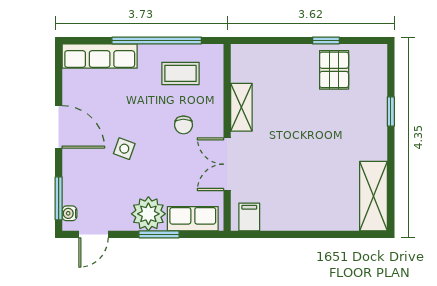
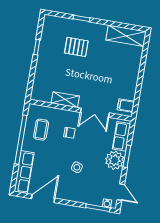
pallet: (334, 70) -> (76, 47), moved
door: (59, 127) -> (43, 198), moved

